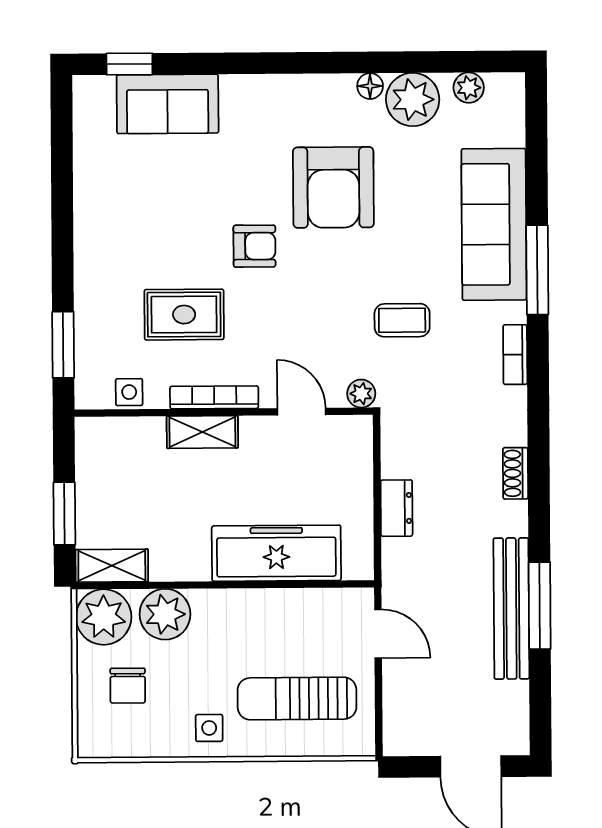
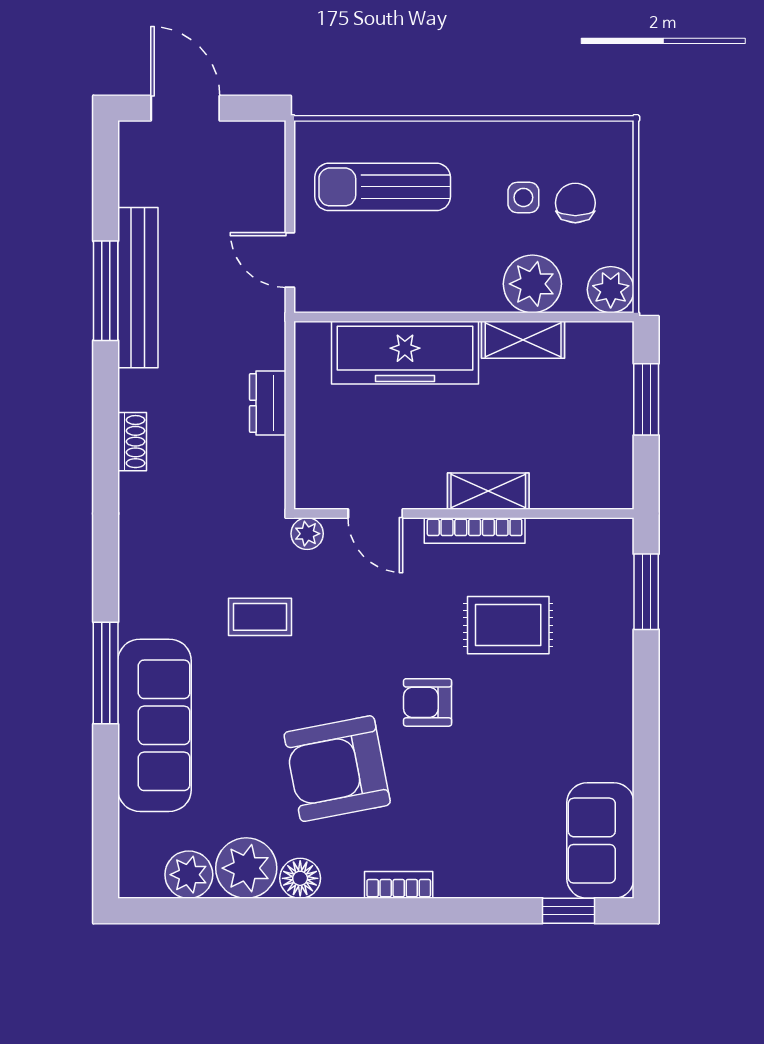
floor lamp: (370, 86) -> (300, 878), width x1.37, depth x1.37
plant: (469, 88) -> (189, 875), width x1.38, depth x1.38
sofa: (168, 104) -> (600, 841), moved, turned -90
armchair: (333, 187) -> (337, 769), turned -101
bookcase: (515, 355) -> (399, 885), moved, turned -90
side table: (129, 392) -> (571, 537), removed
shelving: (112, 566) -> (523, 340), moved
plant: (104, 617) -> (611, 290), width x0.73, depth x0.73
sun lounger: (297, 699) -> (383, 187), turned 180
side table: (209, 728) -> (523, 197), moved

